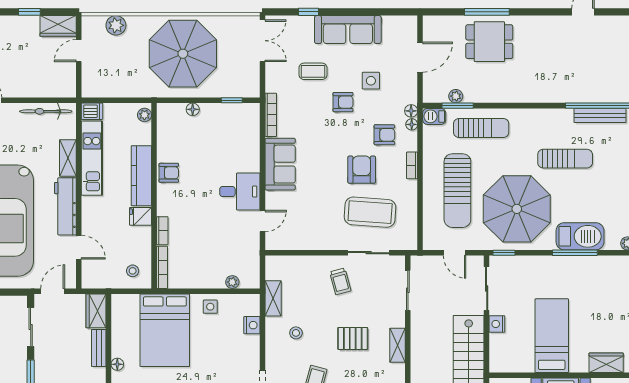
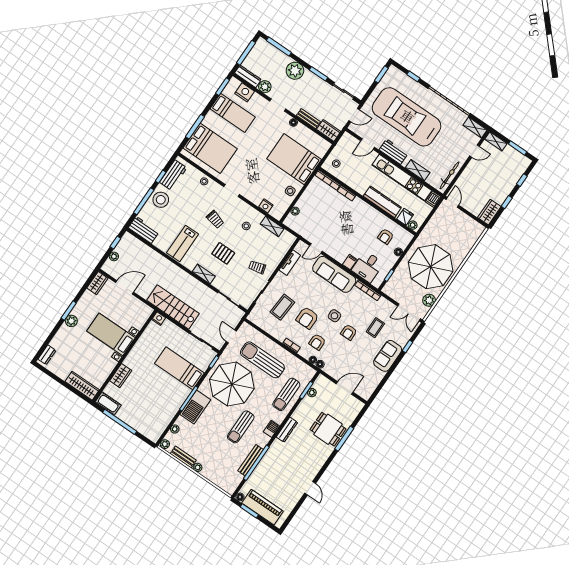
plant: (116, 25) -> (429, 300), moved
sofa: (348, 30) -> (388, 356), width x0.73
dining table: (489, 42) -> (328, 429), turned 90
door: (79, 51) -> (452, 202), moved
door: (420, 57) -> (345, 388), swing flipped
side table: (371, 81) -> (334, 316), moved
dresser: (527, 95) -> (287, 430), added
barbecue: (434, 116) -> (271, 429), moved
kitchen unit: (92, 158) -> (402, 178), width x1.36
filing cabinet: (250, 164) -> (350, 262), added
sofa: (280, 164) -> (334, 274), width x1.36
armchair: (362, 170) -> (307, 318), turned 90
armchair: (169, 173) -> (386, 236), moved
desk: (240, 192) -> (368, 267), moved
workbench: (65, 206) -> (393, 152), width x0.73
coffee table: (370, 212) -> (282, 307), width x0.73, depth x0.76
fridge: (141, 216) -> (405, 217), moved
door: (263, 221) -> (316, 248), hinge flipped
tv unit: (305, 242) -> (290, 263), added
door: (455, 253) -> (231, 336), hinge flipped
door: (53, 291) -> (354, 115), hinge flipped
nightstand: (497, 324) -> (159, 319), moved
bed: (552, 336) -> (179, 368), moved, turned 180
pallet: (353, 338) -> (223, 253), turned 90

